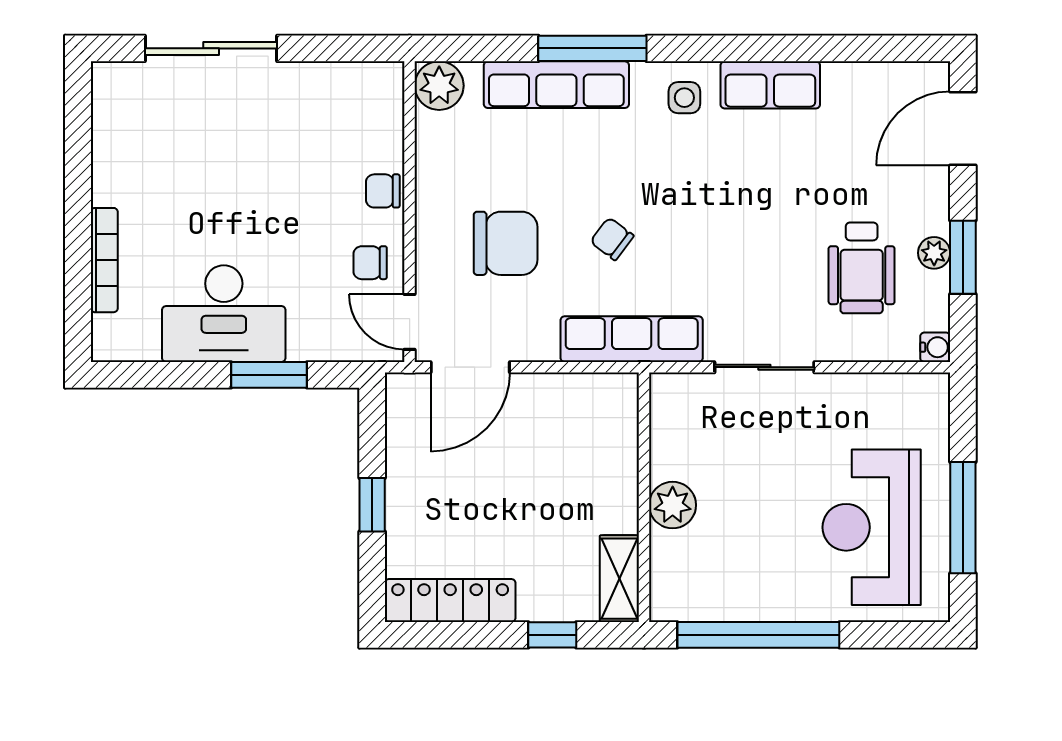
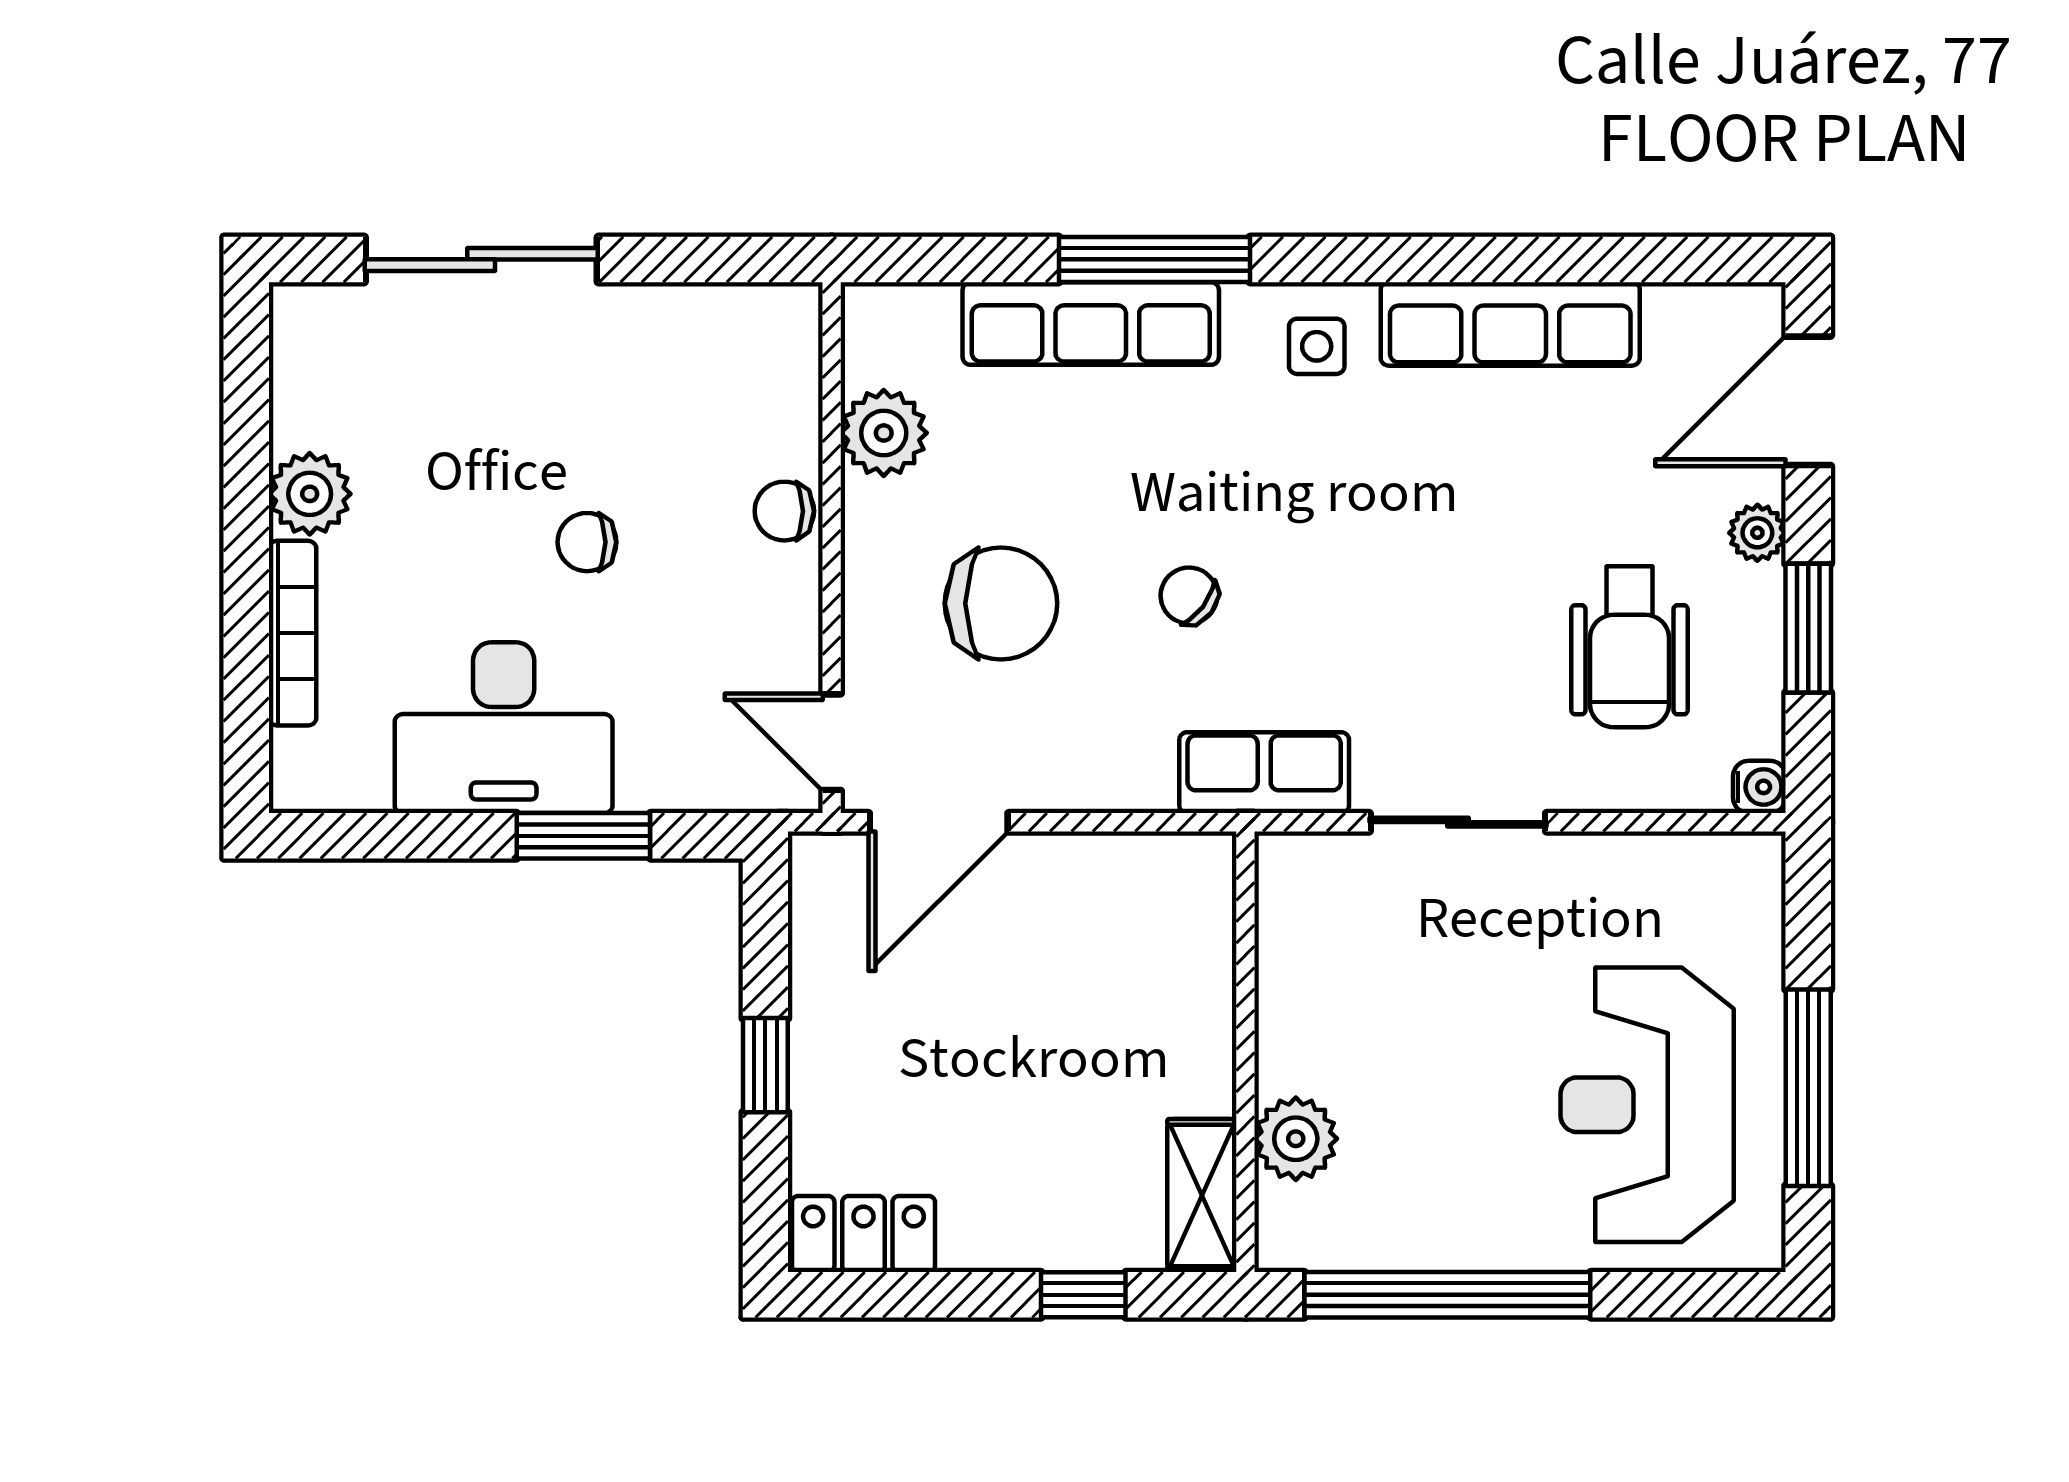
row of seats: (770, 85) -> (1510, 324), width x1.48
plant: (439, 86) -> (884, 433), moved
plant: (114, 181) -> (310, 494), added
plant: (934, 253) -> (1757, 533), moved
chair: (370, 263) -> (587, 542), moved
row of seats: (632, 339) -> (1264, 773), width x0.68
plant: (673, 505) -> (1296, 1139), moved
locker: (450, 600) -> (863, 1234), width x0.66

